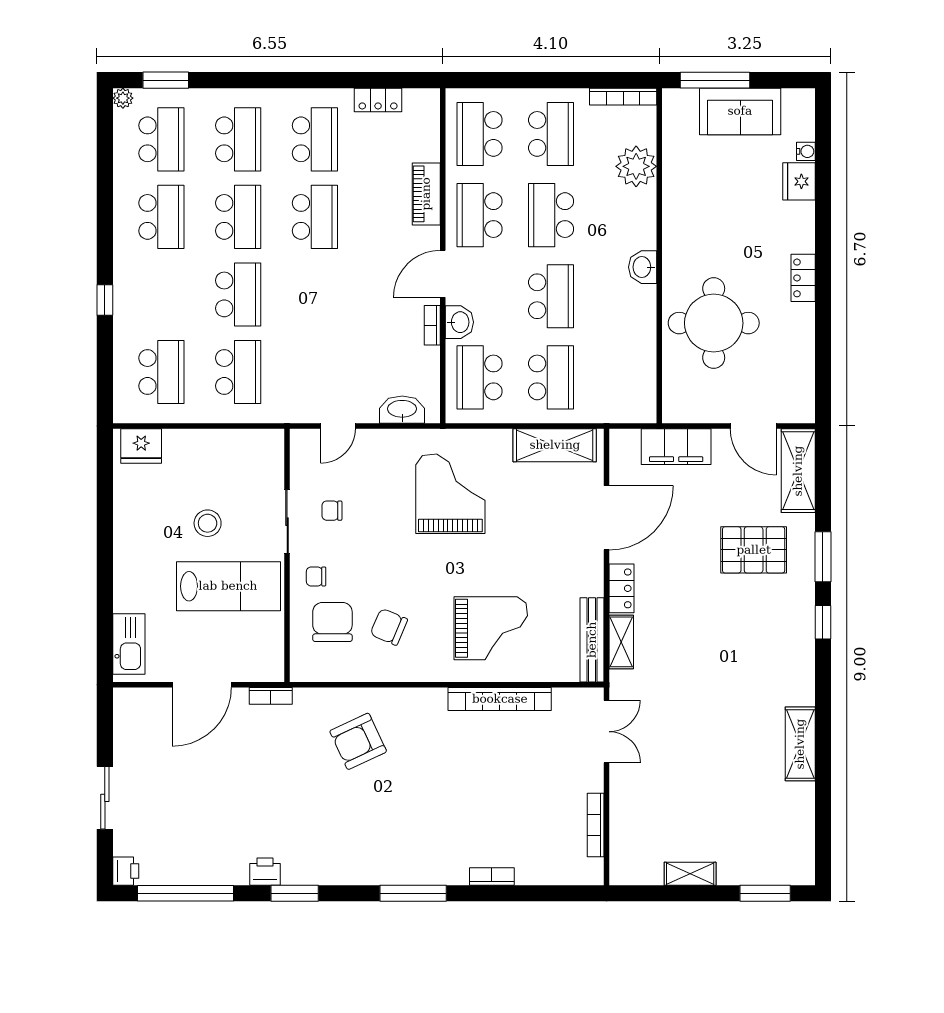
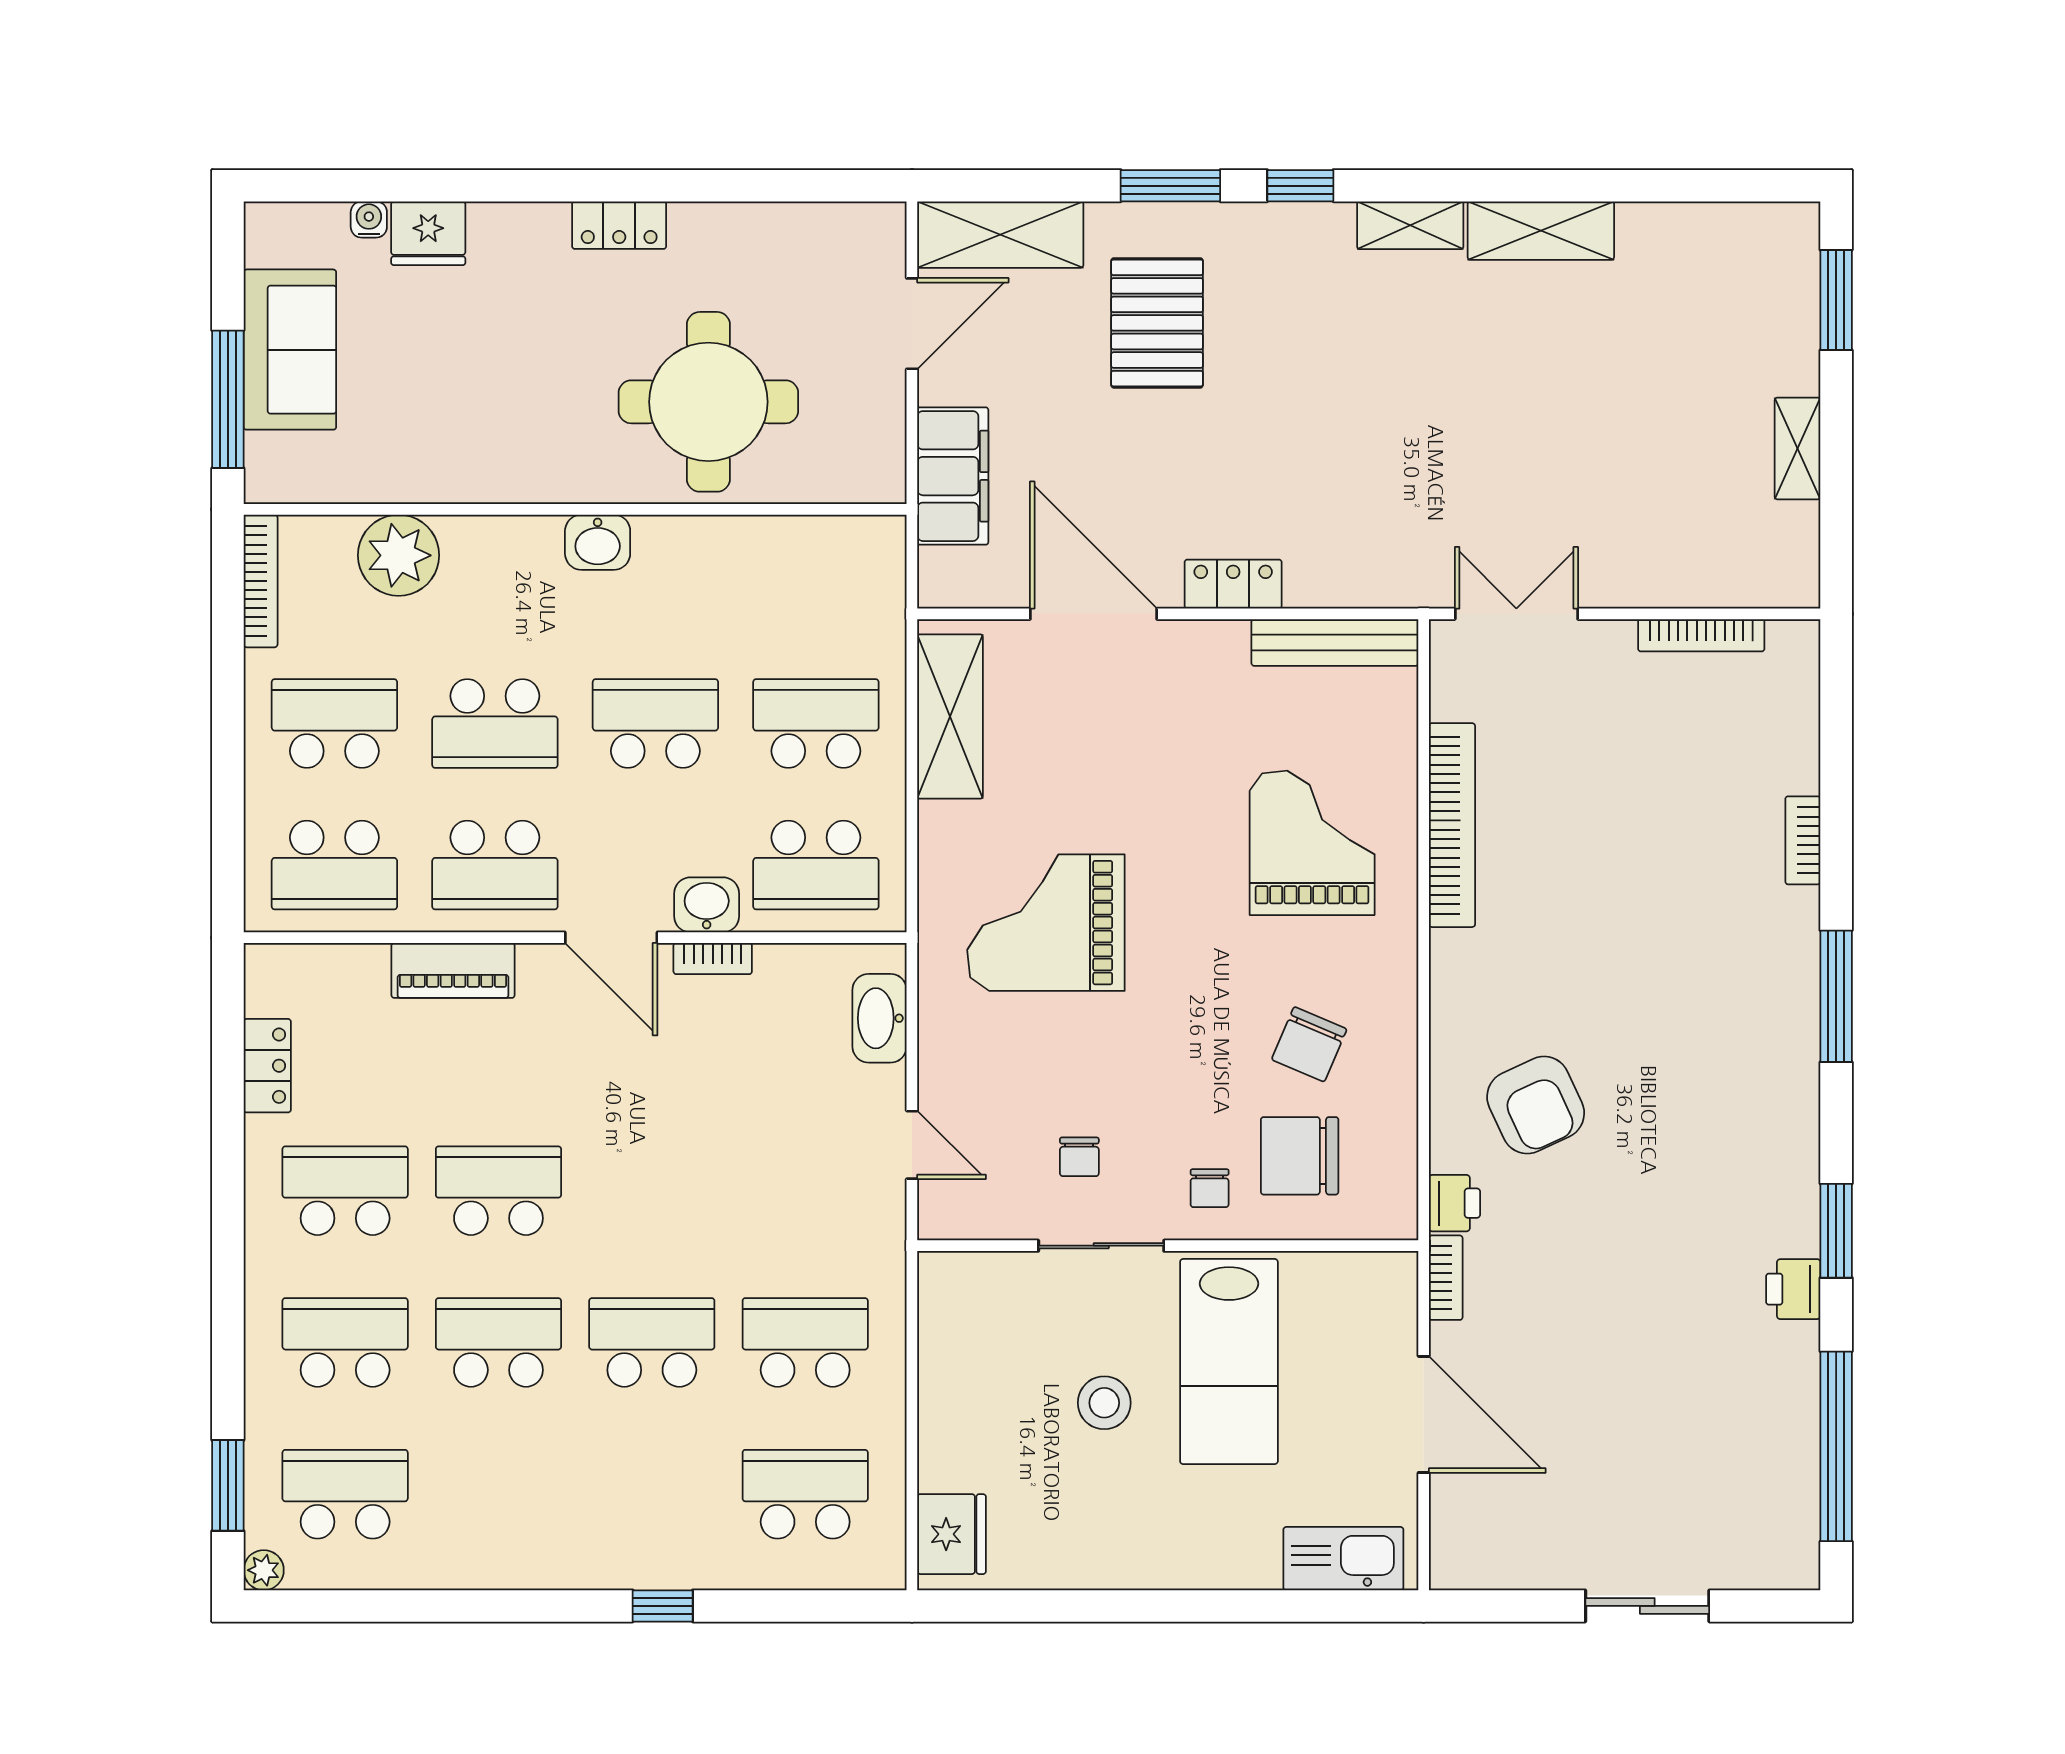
school desk: (161, 217) -> (498, 1494), removed
lab bench: (228, 586) -> (1229, 1362), turned 180
shelving: (621, 642) -> (1410, 225), moved
printer: (126, 871) -> (1454, 1203), moved, turned 90

